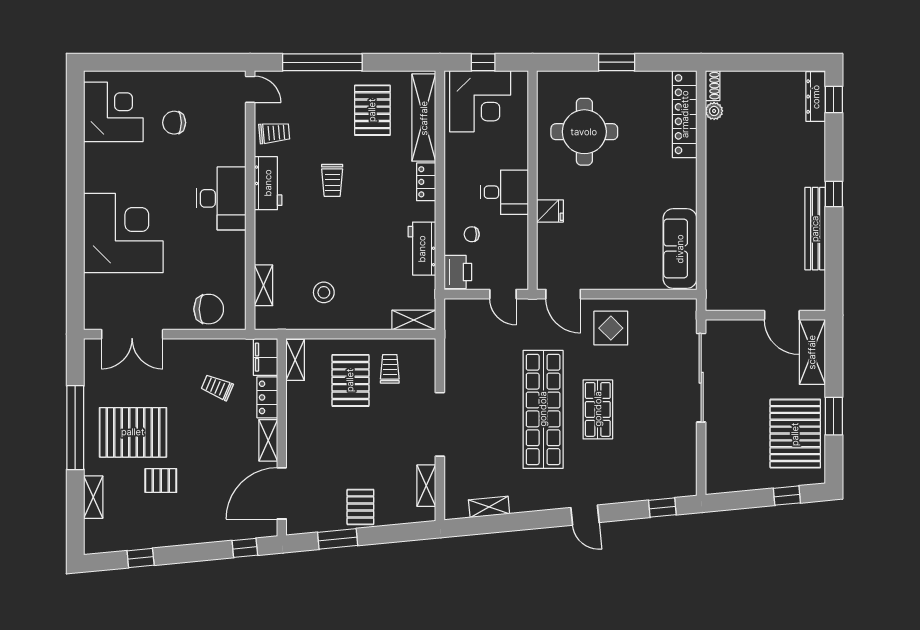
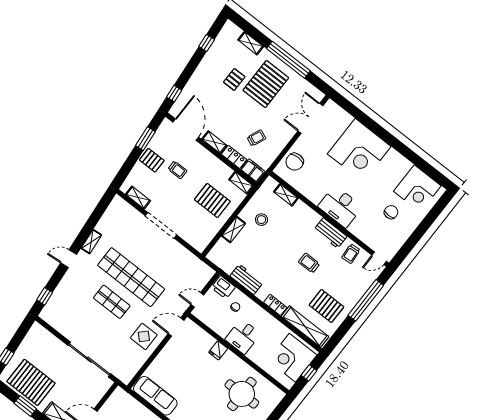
shelving: (414, 320) -> (234, 230), moved
trolley: (390, 369) -> (177, 170), moved
shelving: (489, 507) -> (91, 242), moved

